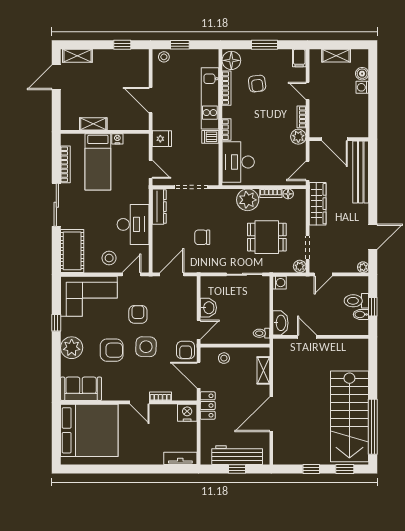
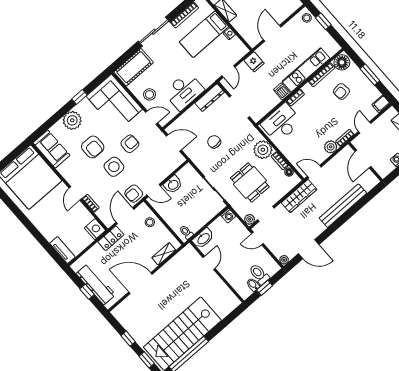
door: (335, 139) -> (363, 159), moved
wall: (339, 139) -> (365, 162), moved

